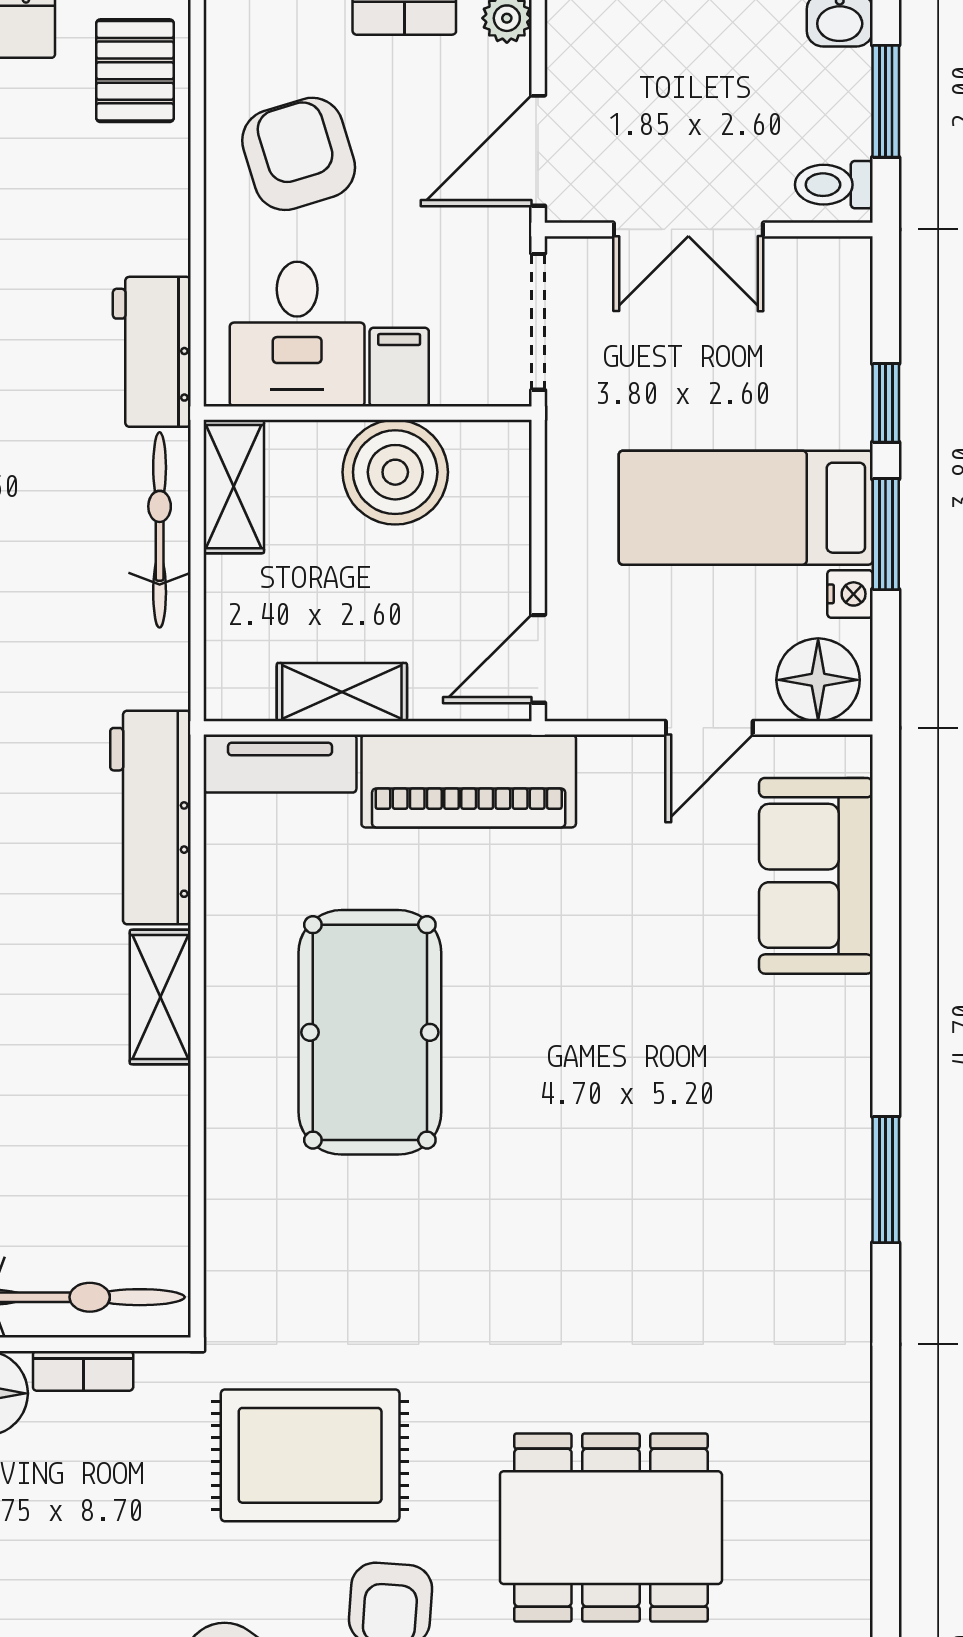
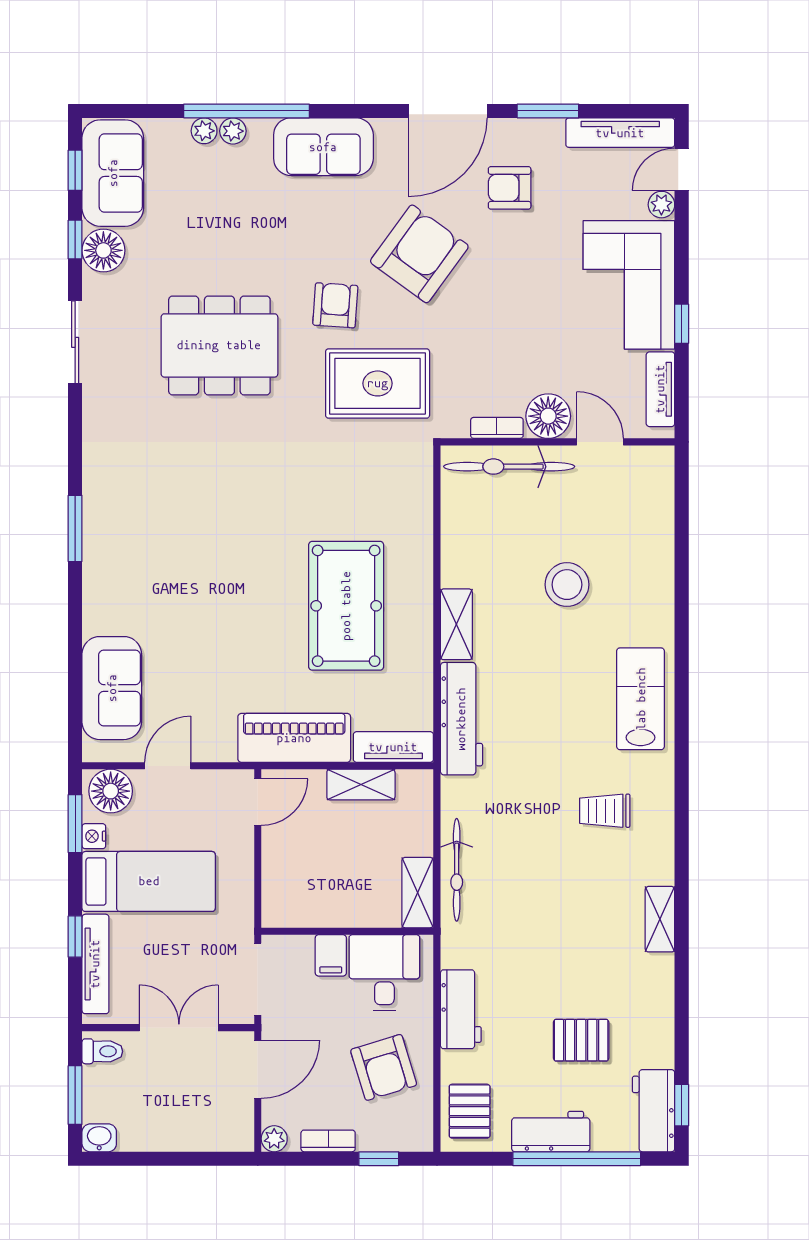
tv unit: (847, 351) -> (95, 964), added
workbench: (152, 352) -> (461, 1009), moved
boiler: (395, 472) -> (333, 900), removed
window: (886, 534) -> (75, 824), moved
sliding door: (886, 1534) -> (75, 342), added

